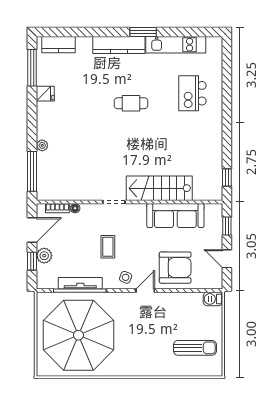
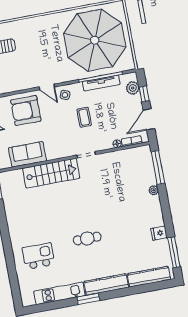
kitchen counter: (59, 45) -> (149, 277), width x1.50
kitchen island: (192, 93) -> (38, 256), turned -90
sofa: (175, 216) -> (27, 154), width x0.73
plant: (44, 256) -> (133, 88), moved
door: (145, 291) -> (47, 87), hinge flipped

